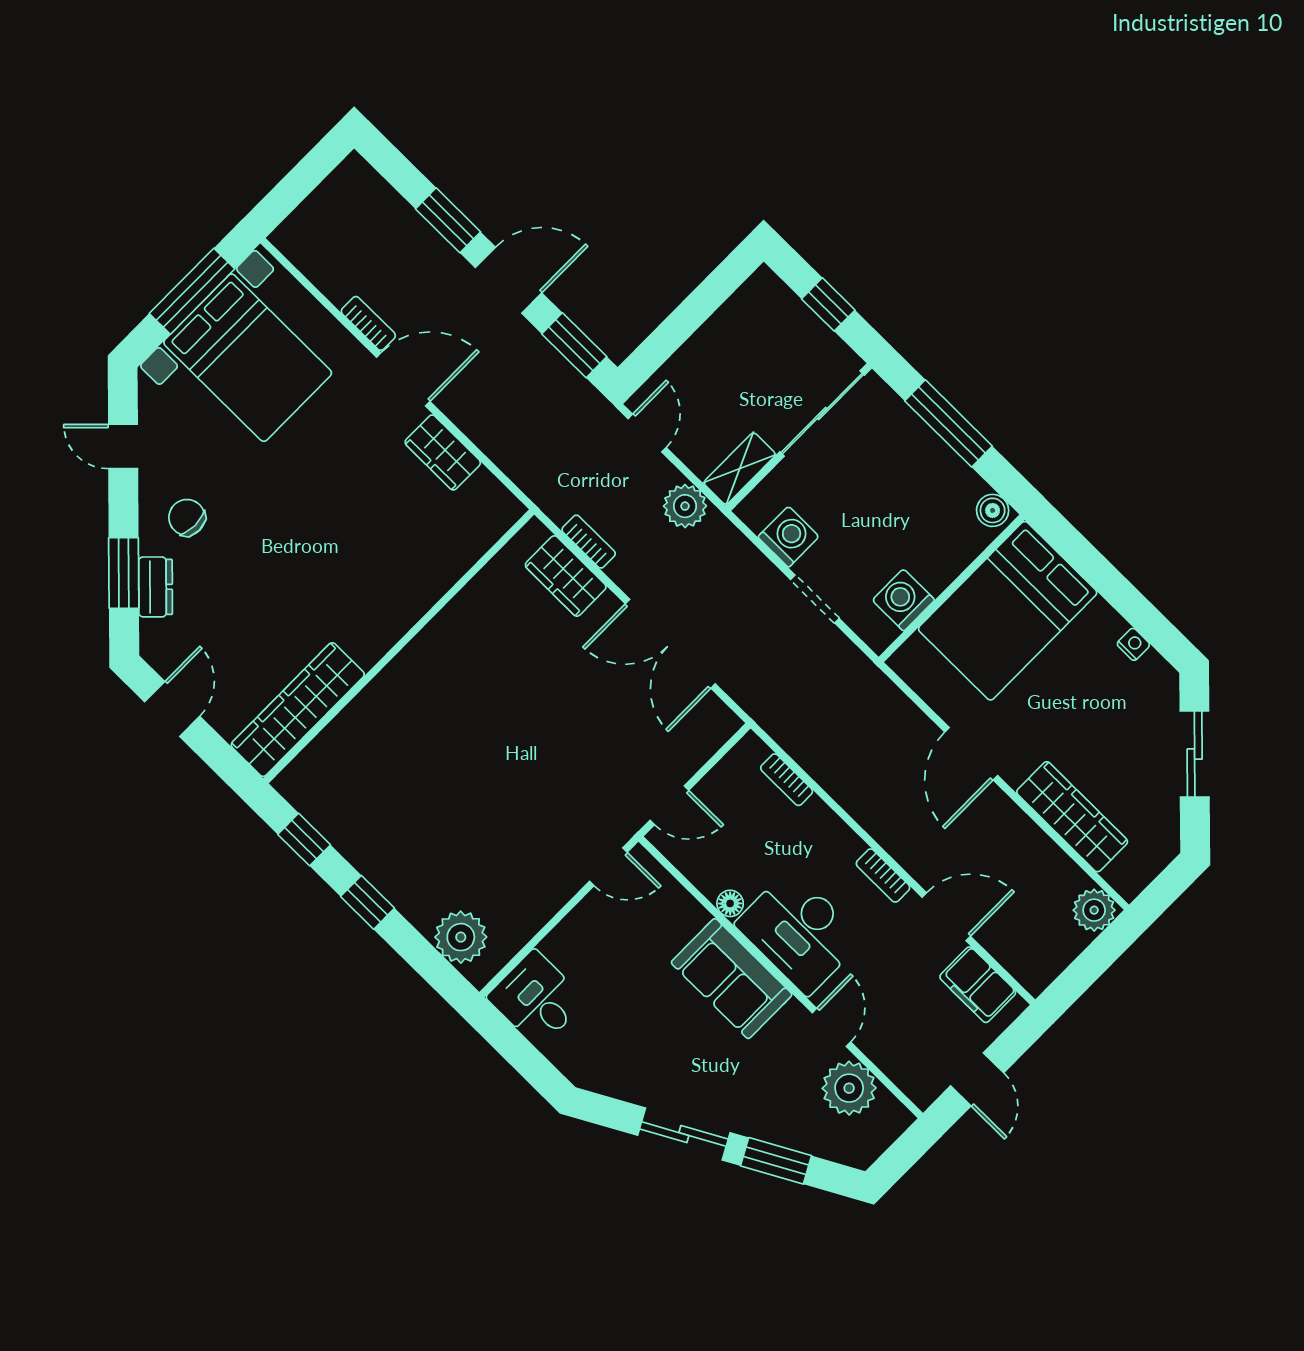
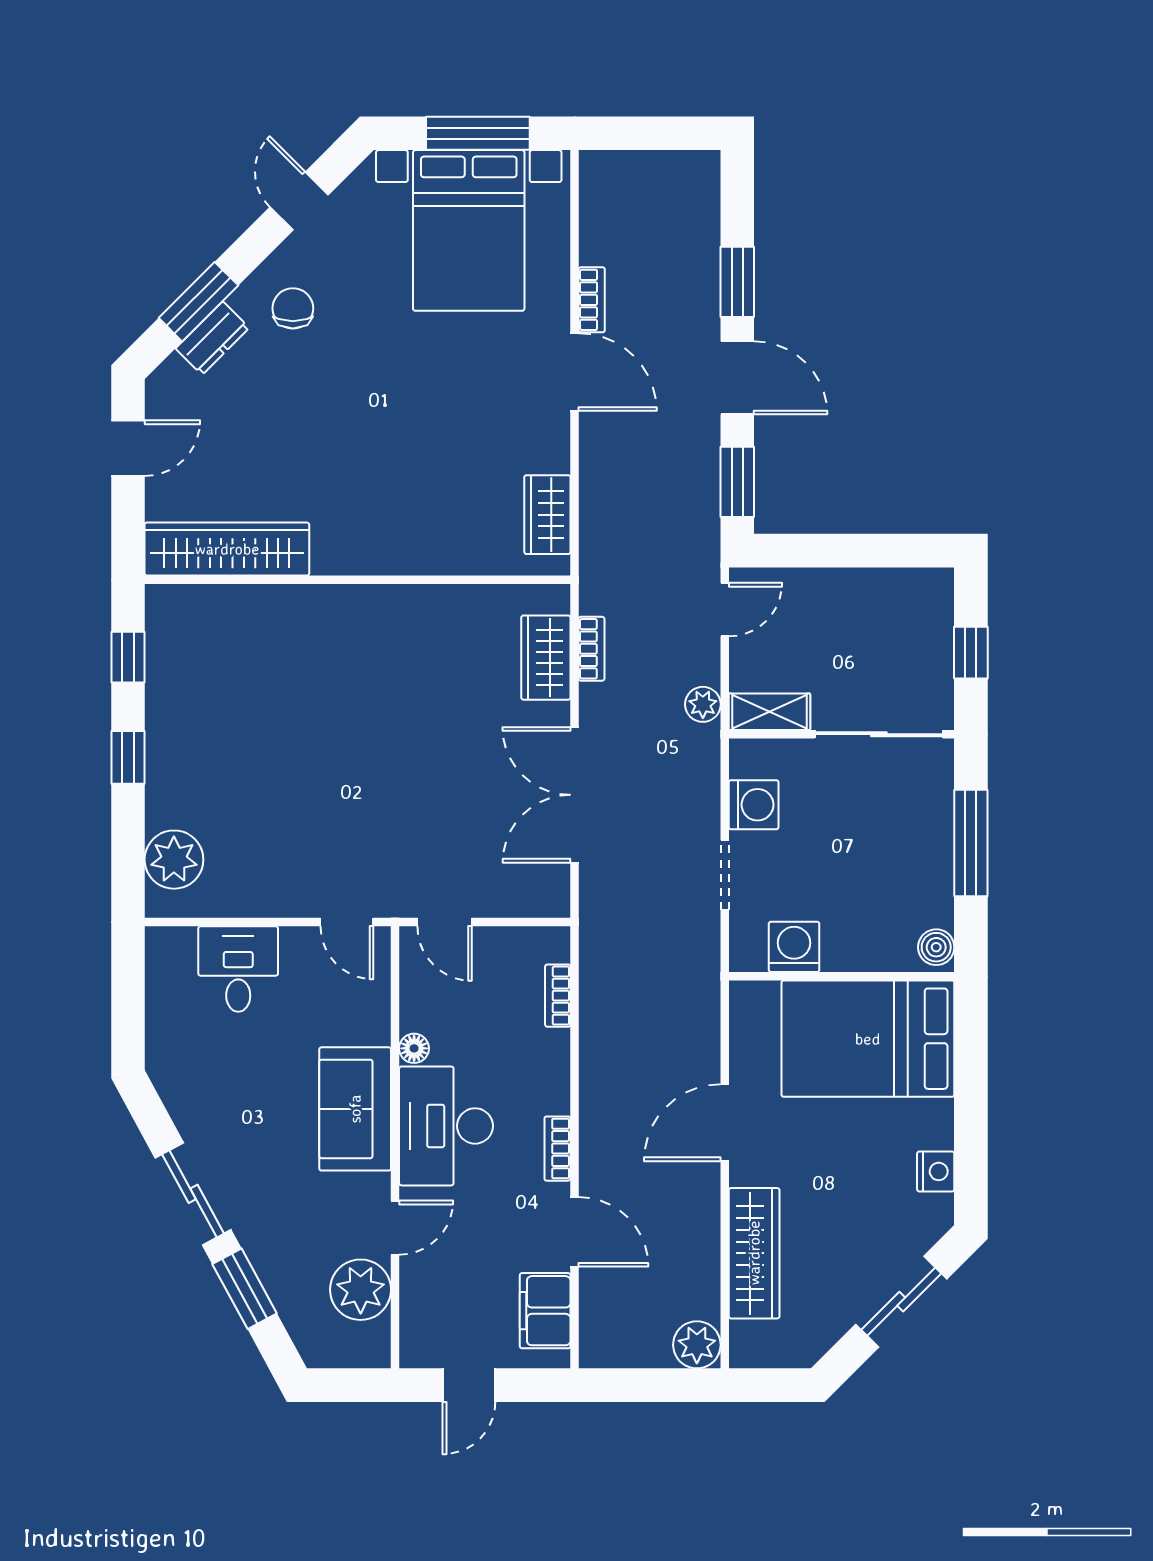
wardrobe: (443, 452) -> (547, 515), moved
plant: (685, 506) -> (703, 704), width x0.73, depth x0.73
nightstand: (1133, 644) -> (936, 1171), width x1.39, depth x1.35
desk: (536, 999) -> (238, 969), moved

